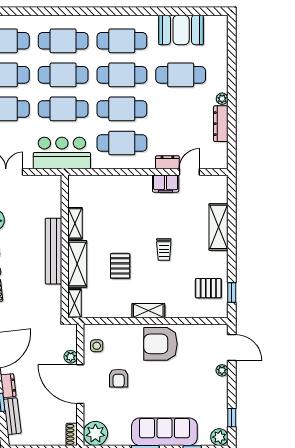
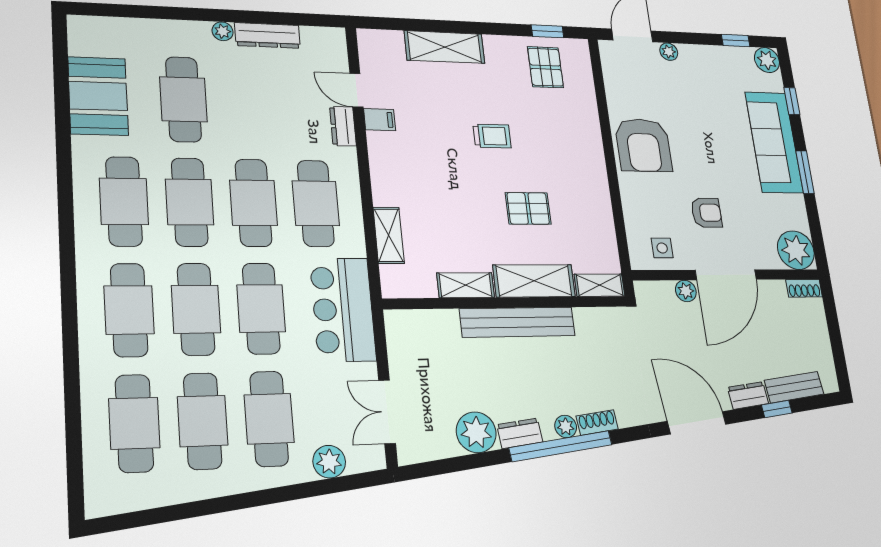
filing cabinet: (166, 184) -> (380, 120), width x0.50
shelving: (148, 311) -> (389, 235), moved

